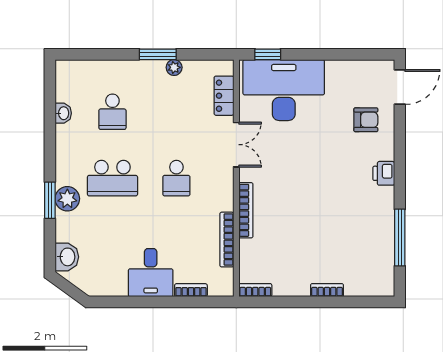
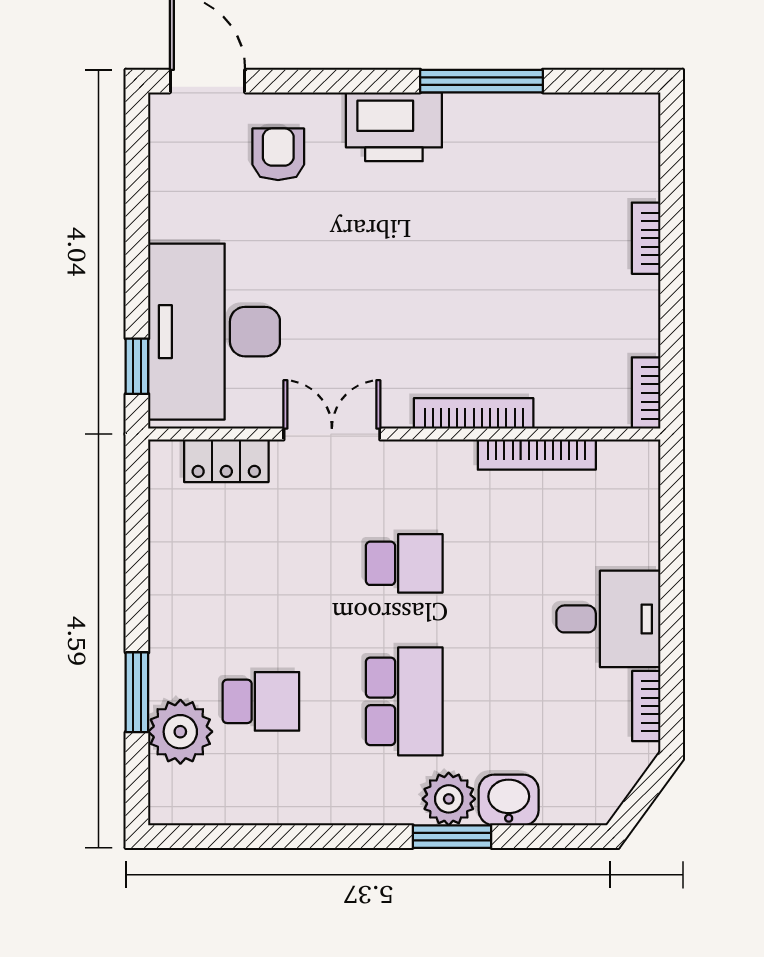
window: (158, 54) -> (137, 692), moved
plant: (174, 67) -> (180, 732), moved, width x1.87, depth x1.87
washbasin: (63, 113) -> (264, 808), removed
printer: (384, 173) -> (394, 127), width x1.87, depth x1.48
window: (400, 238) -> (482, 81), moved
washbasin: (67, 257) -> (509, 800), moved
bookcase: (191, 290) -> (646, 706), moved

